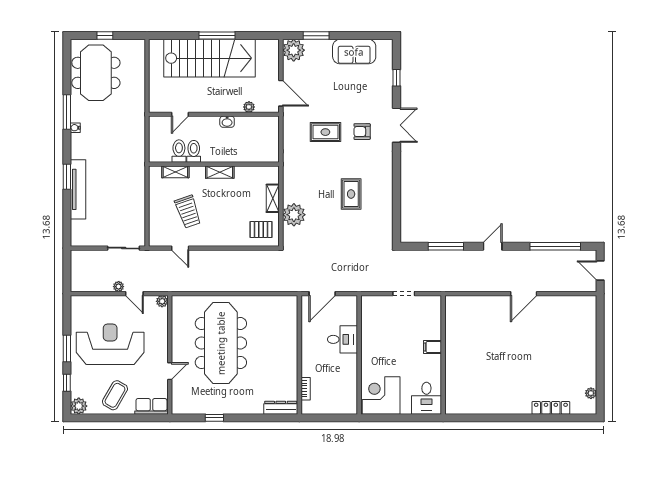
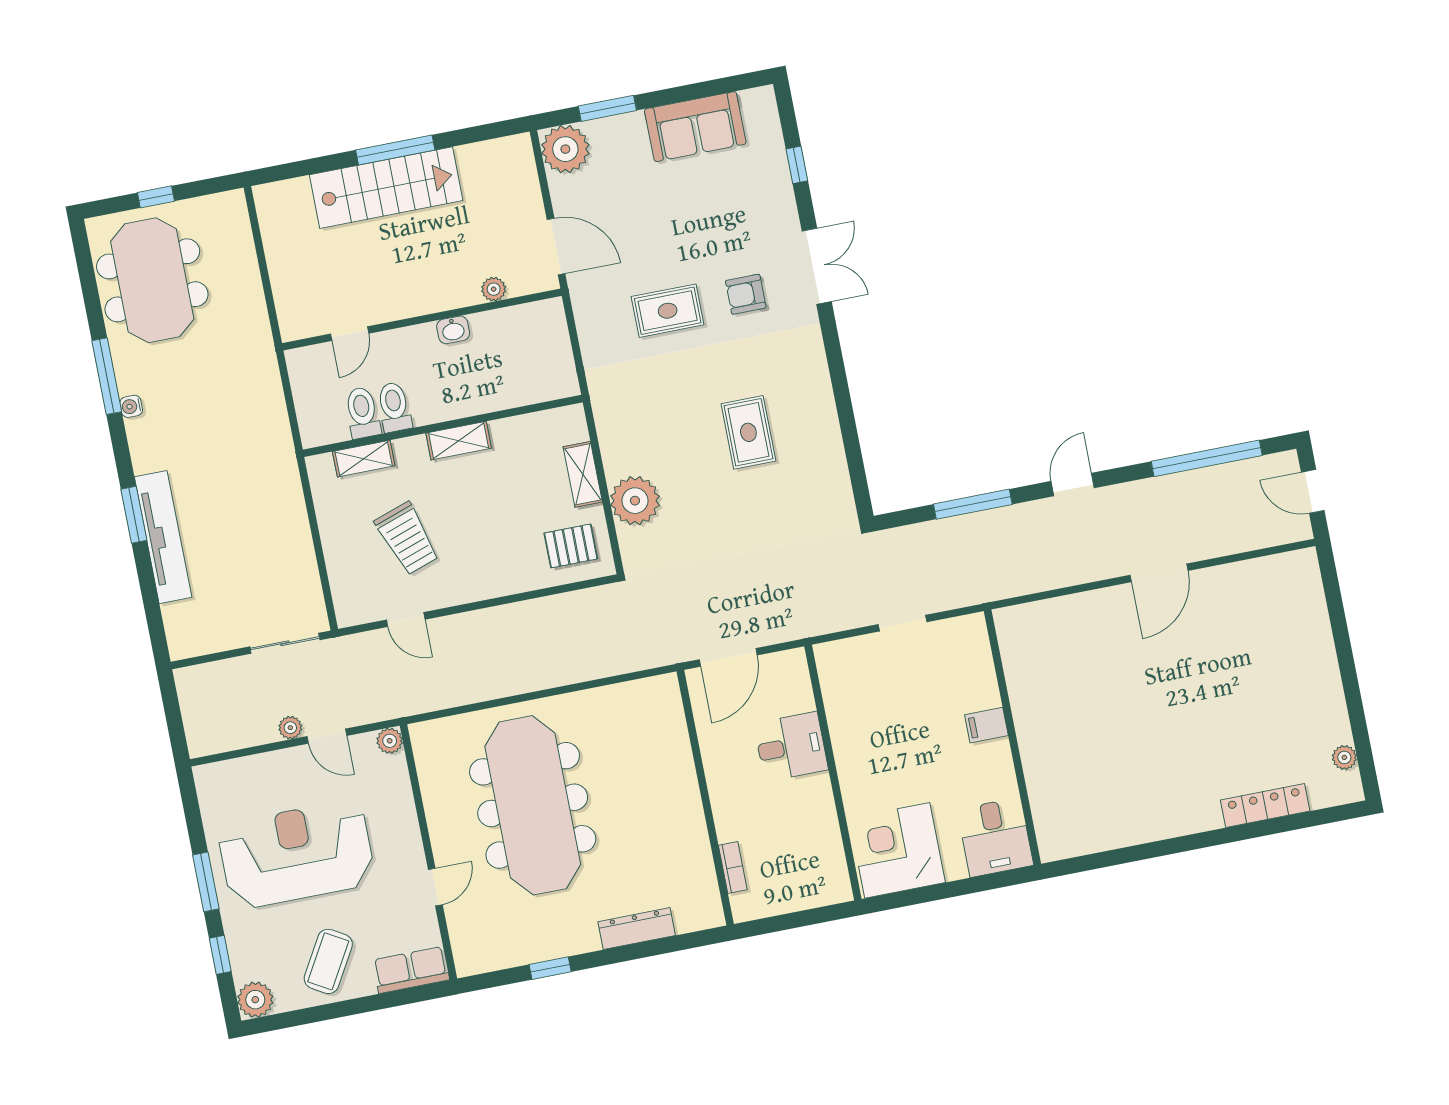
stairs: (209, 58) -> (386, 188), width x0.73, depth x0.66
dresser: (281, 408) -> (637, 929), moved

